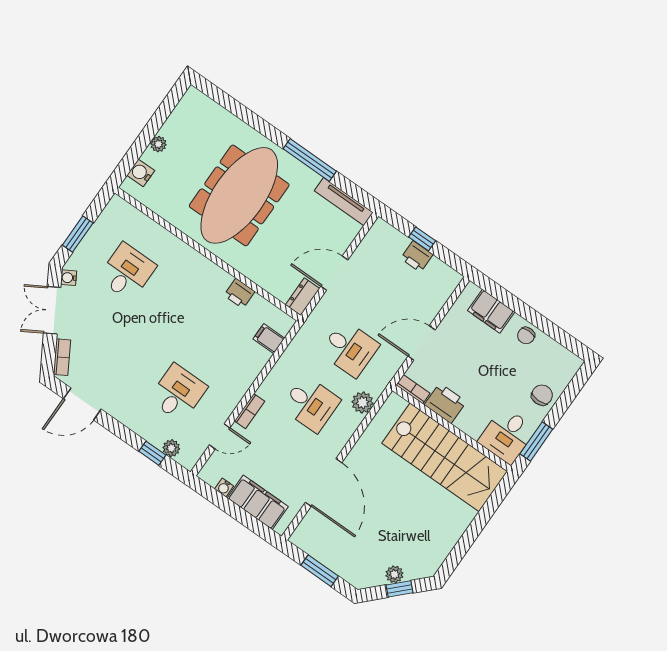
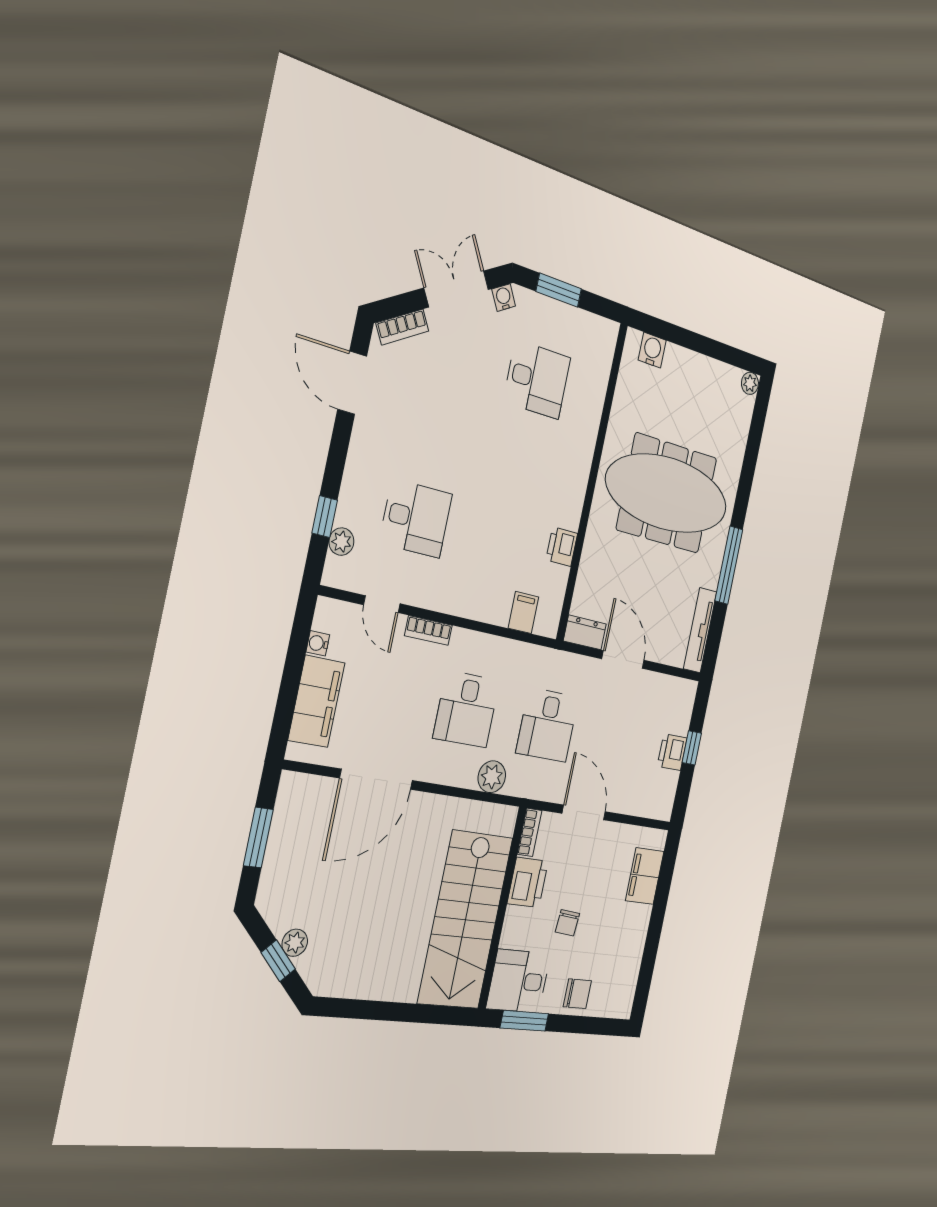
plant: (158, 144) -> (750, 383), moved
chair: (526, 336) -> (567, 923), moved, turned -85

